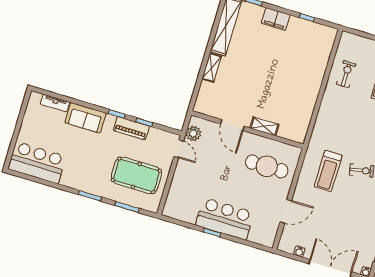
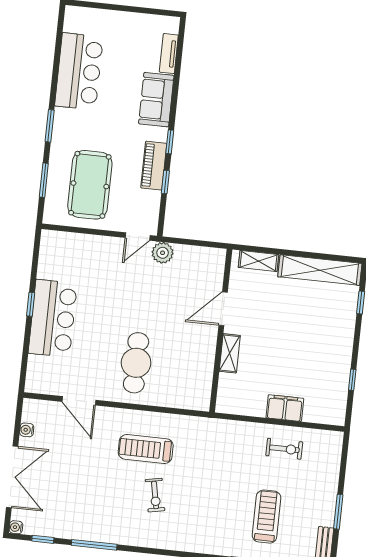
filing cabinet: (276, 19) -> (285, 408), moved, turned 90
door: (232, 125) -> (223, 309), moved
shelving: (264, 126) -> (230, 353), moved
wall: (247, 130) -> (221, 331), moved
bar counter: (37, 163) -> (79, 71), moved

